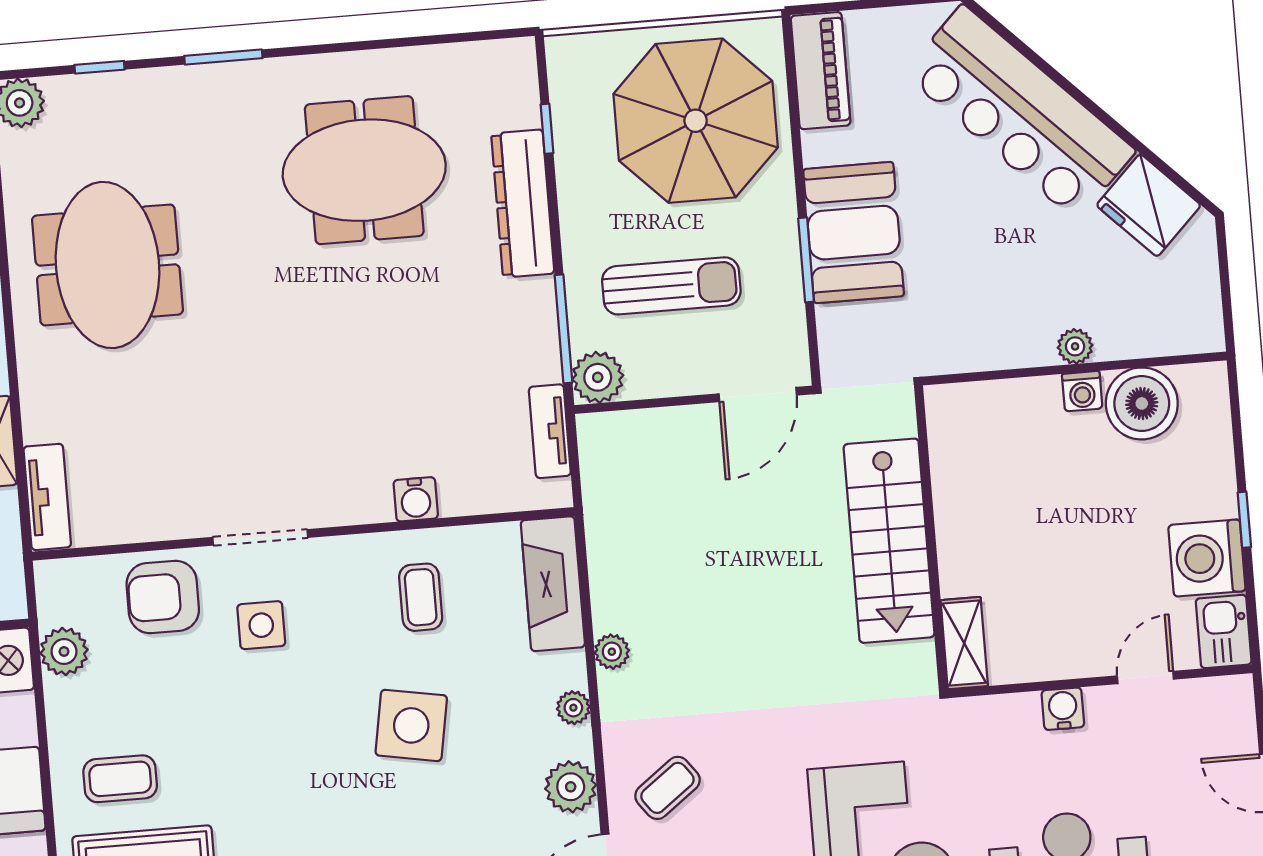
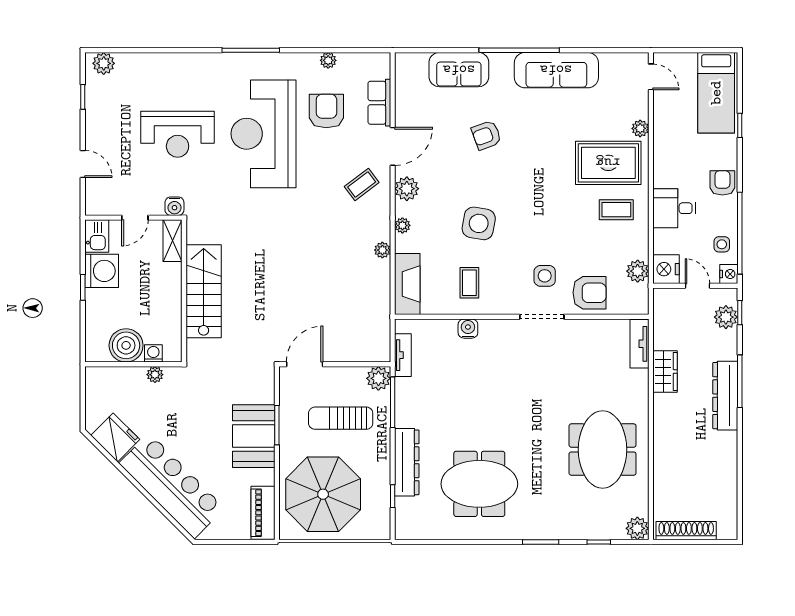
wall: (931, 538) -> (184, 291), moved
stairs: (889, 541) -> (204, 291), moved
shelving: (964, 643) -> (172, 241), moved

